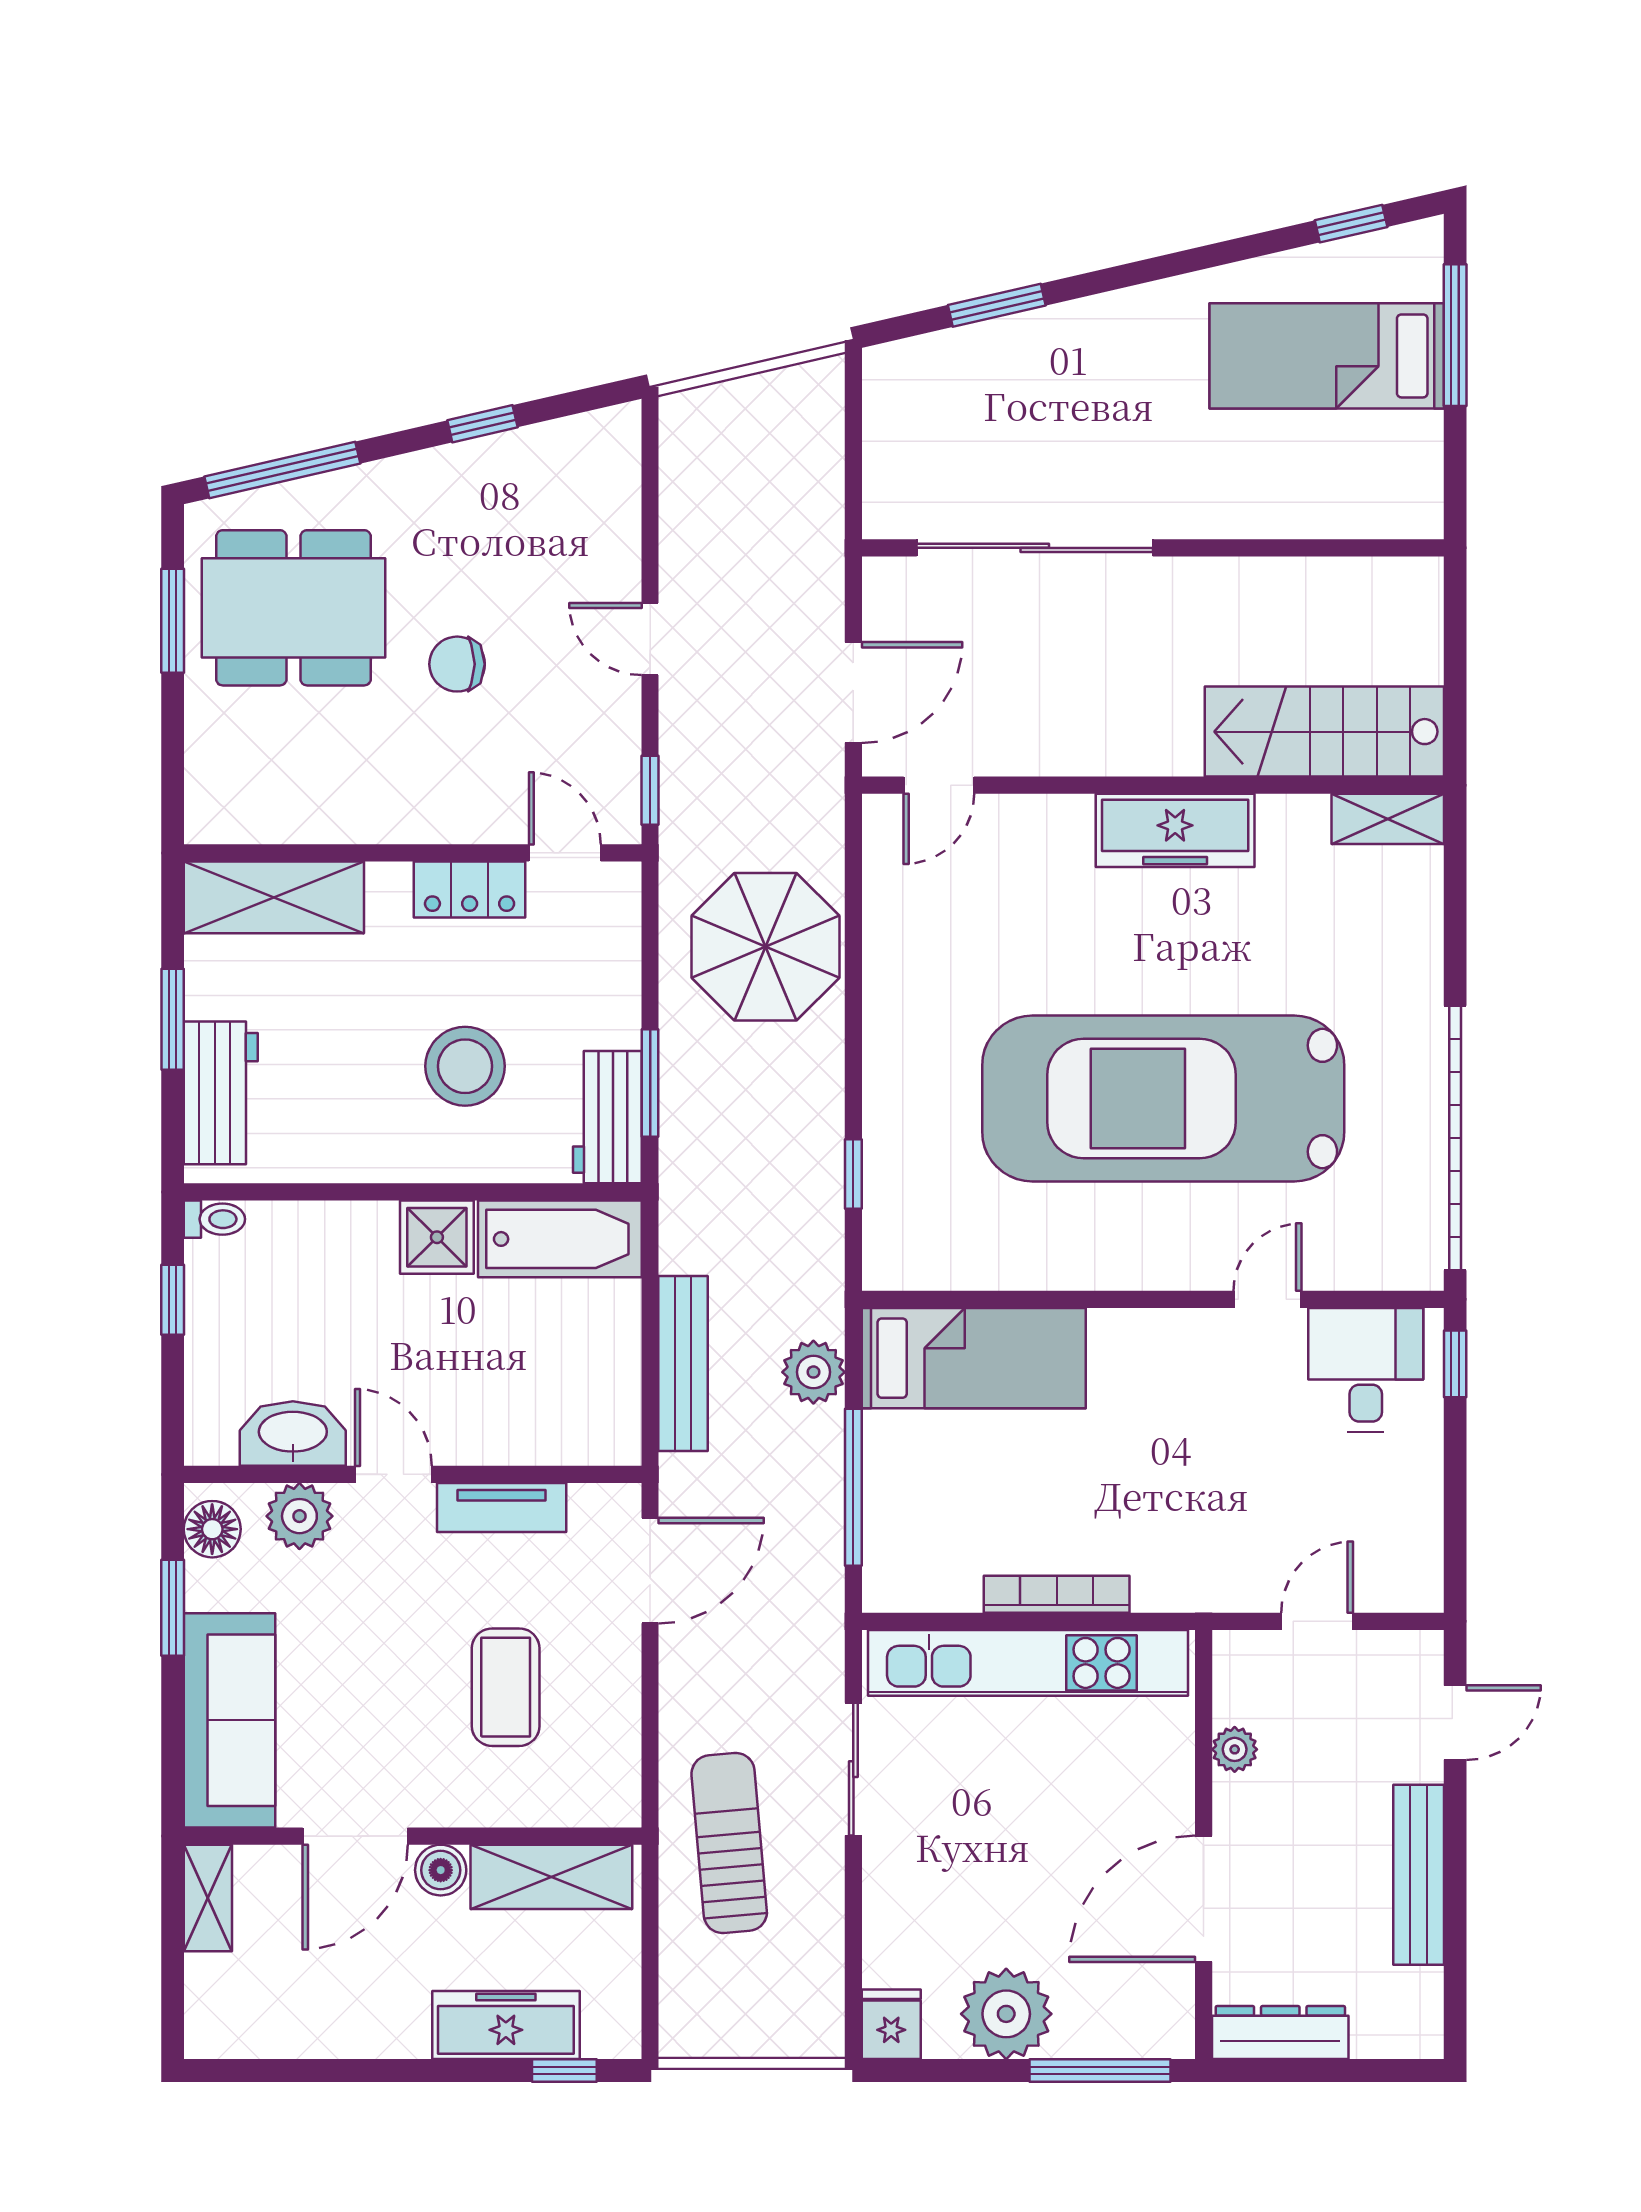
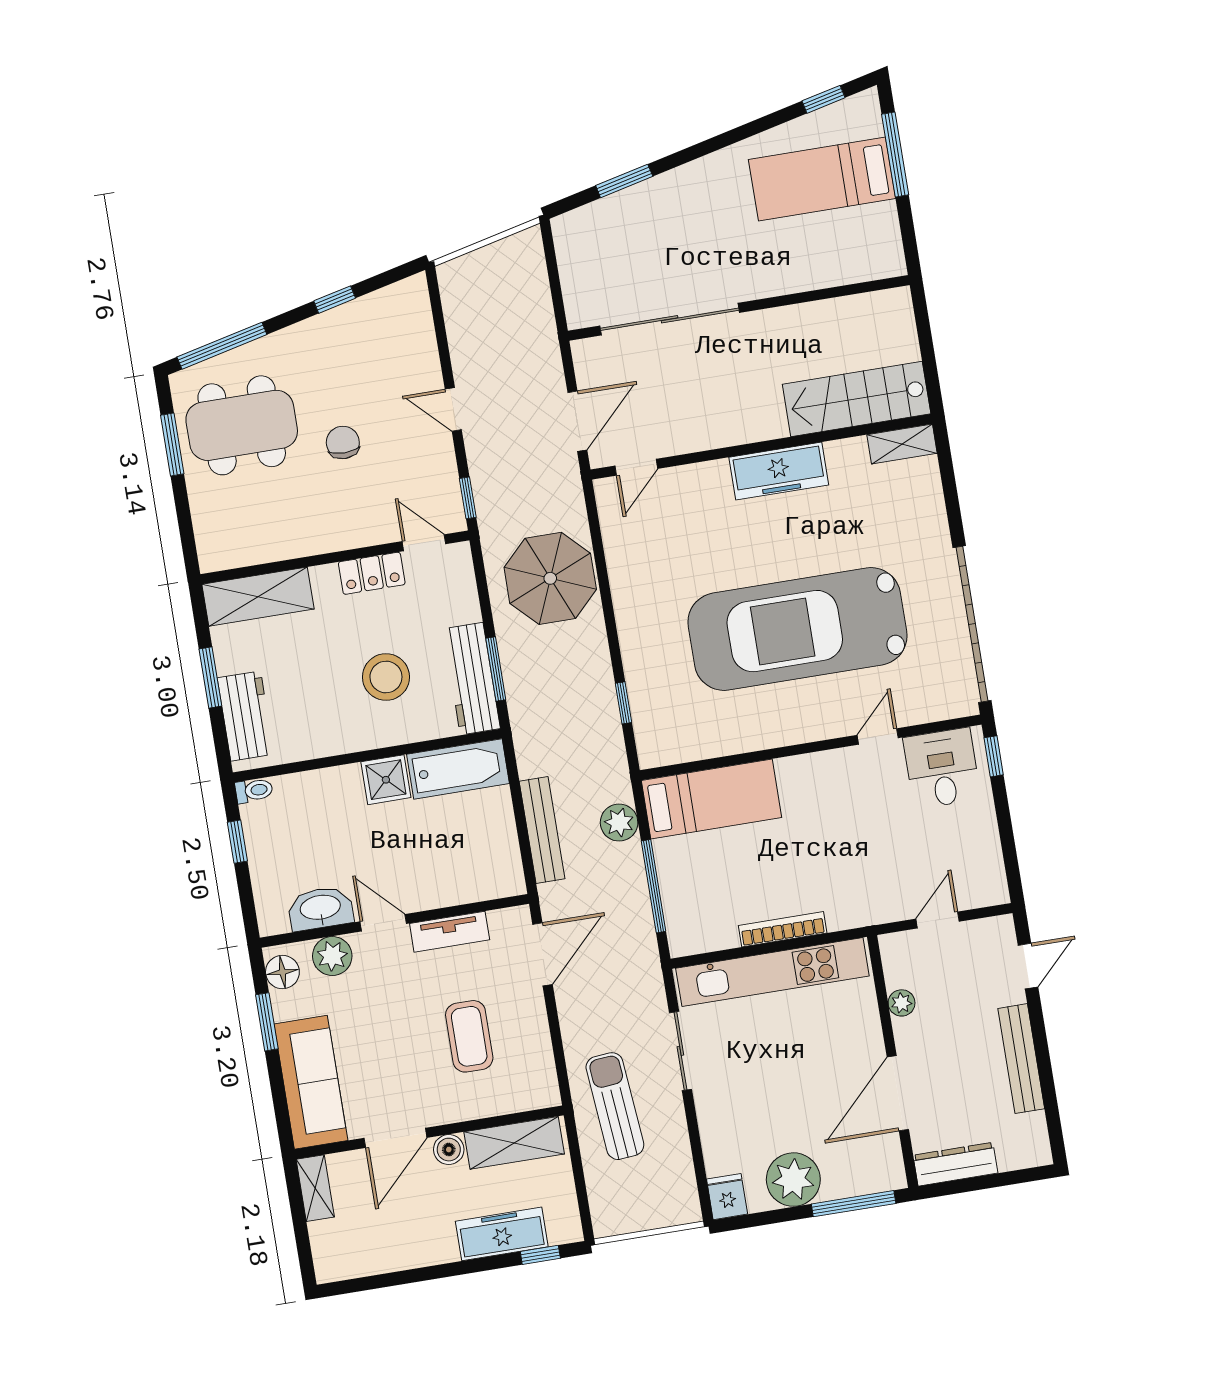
chair: (457, 664) -> (343, 443), turned 90
workbench: (607, 1117) -> (472, 679), width x1.38

